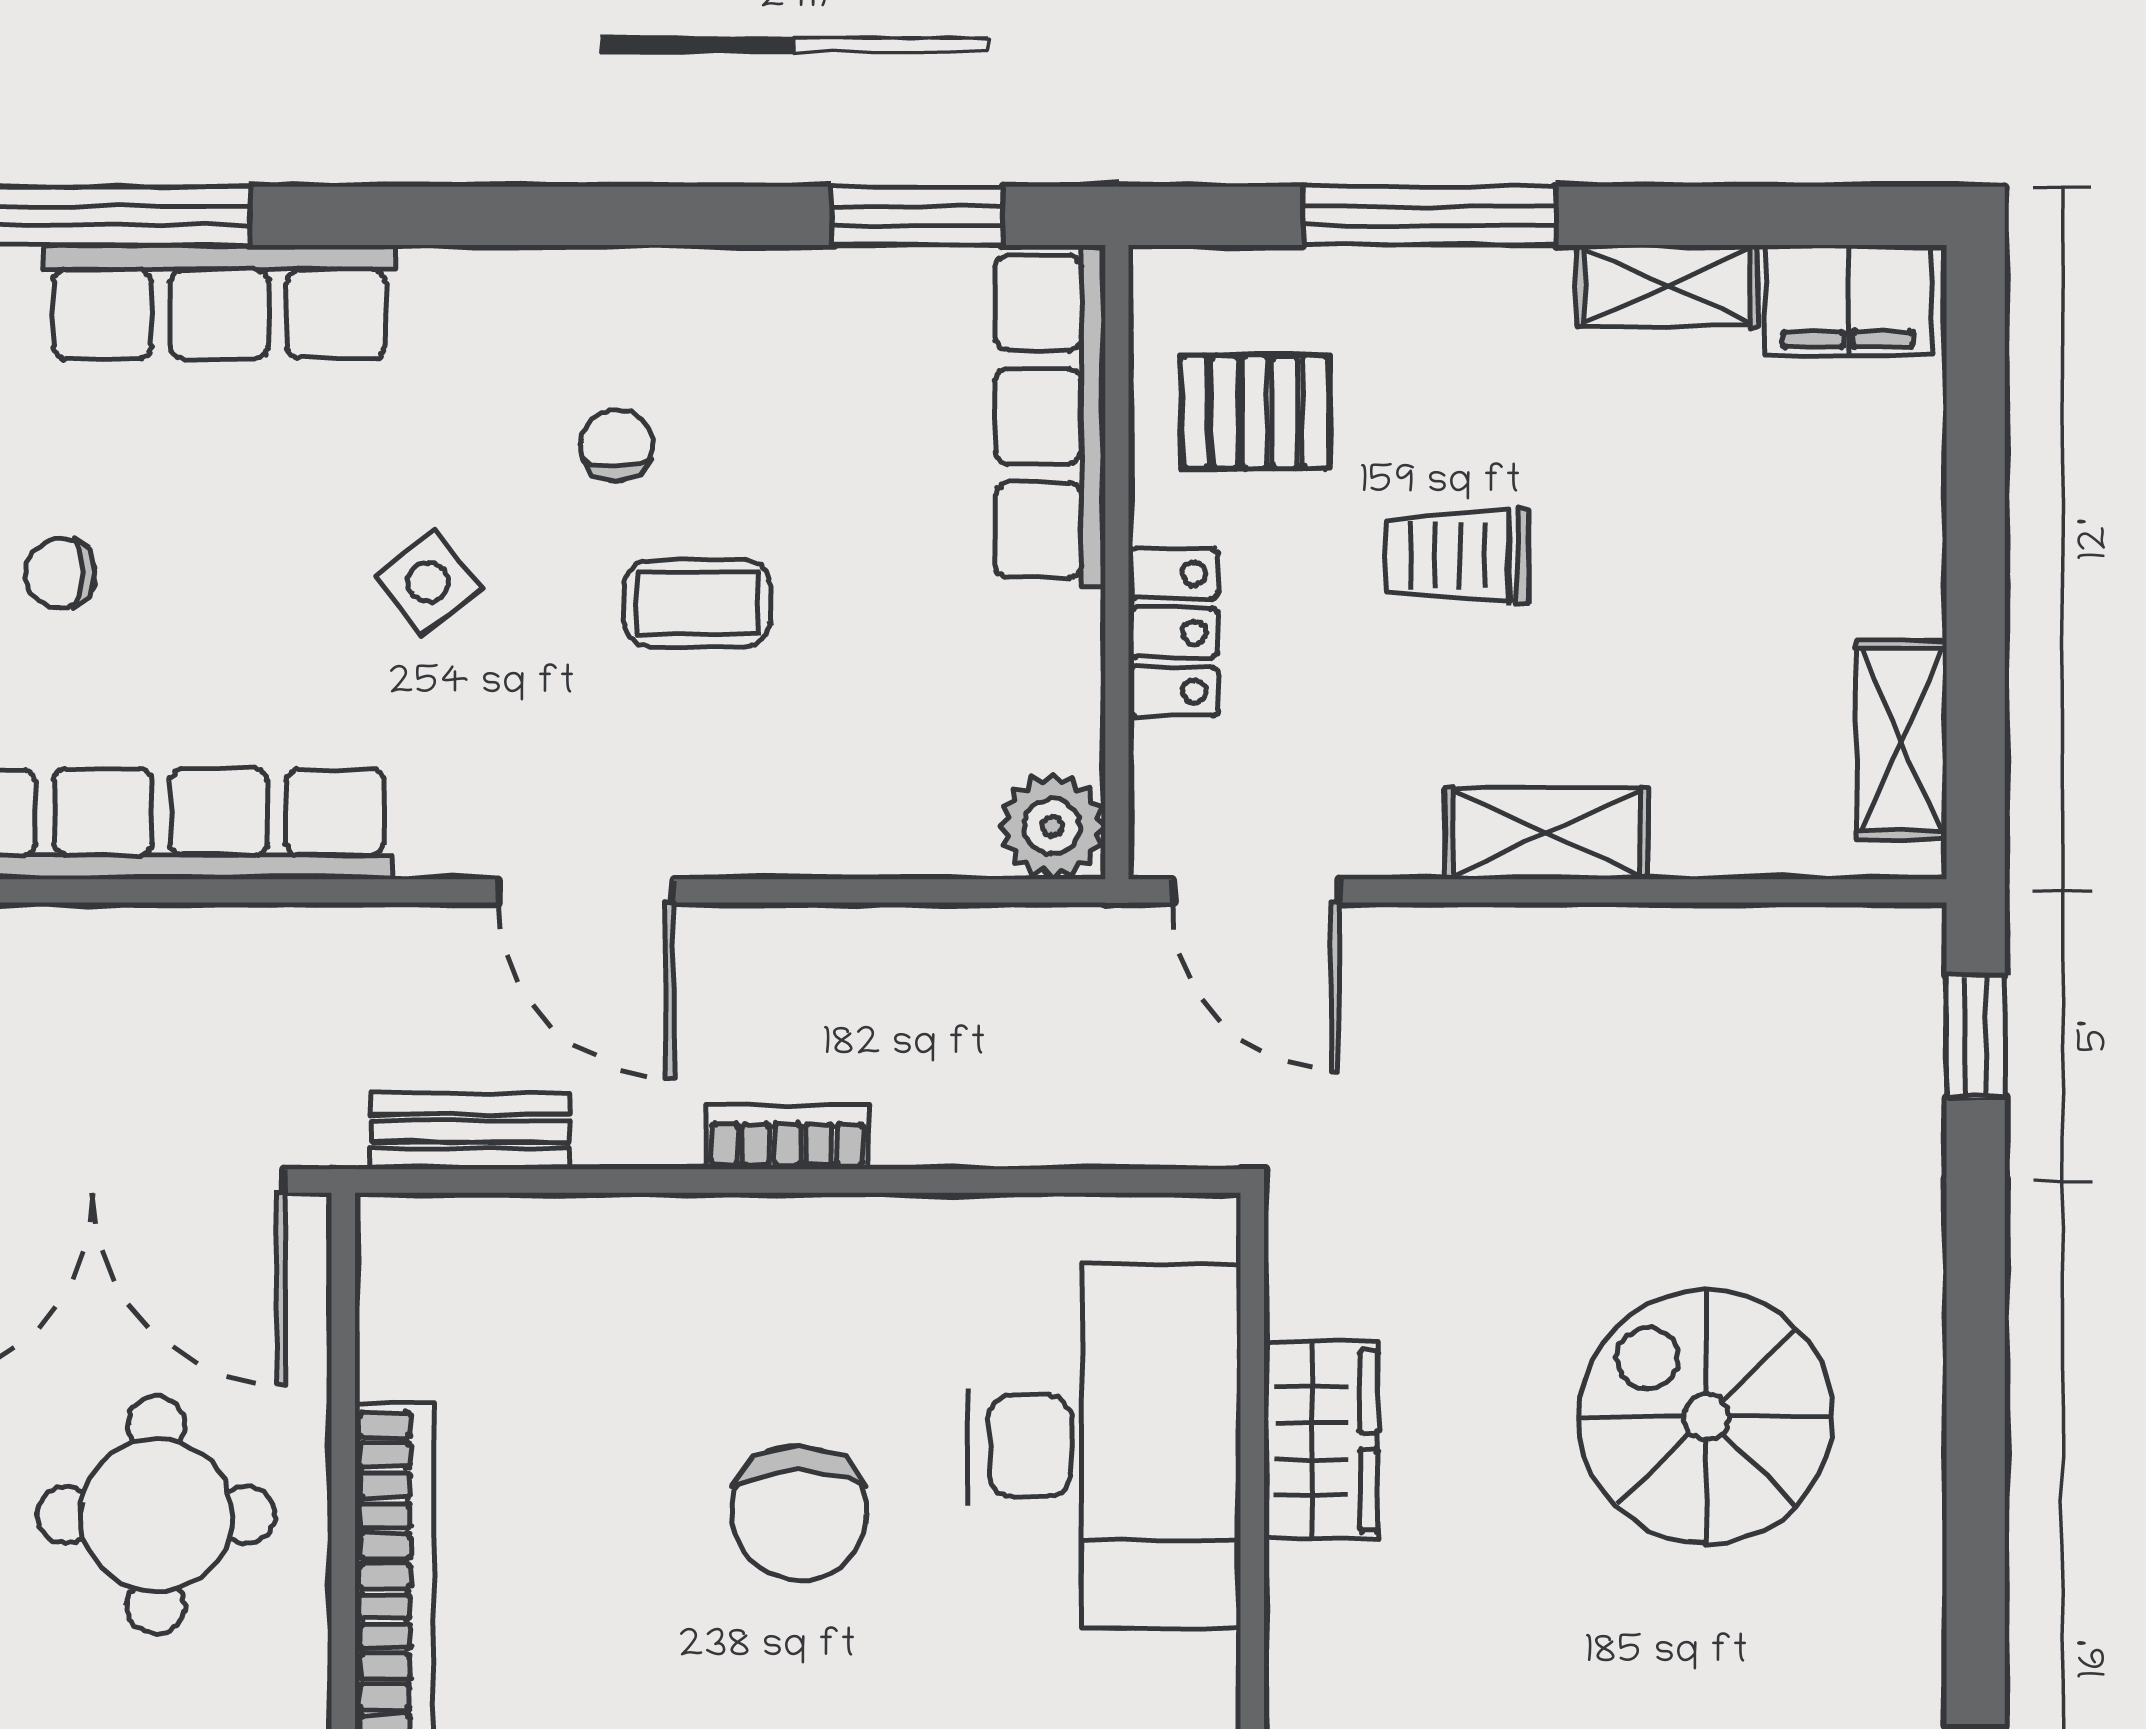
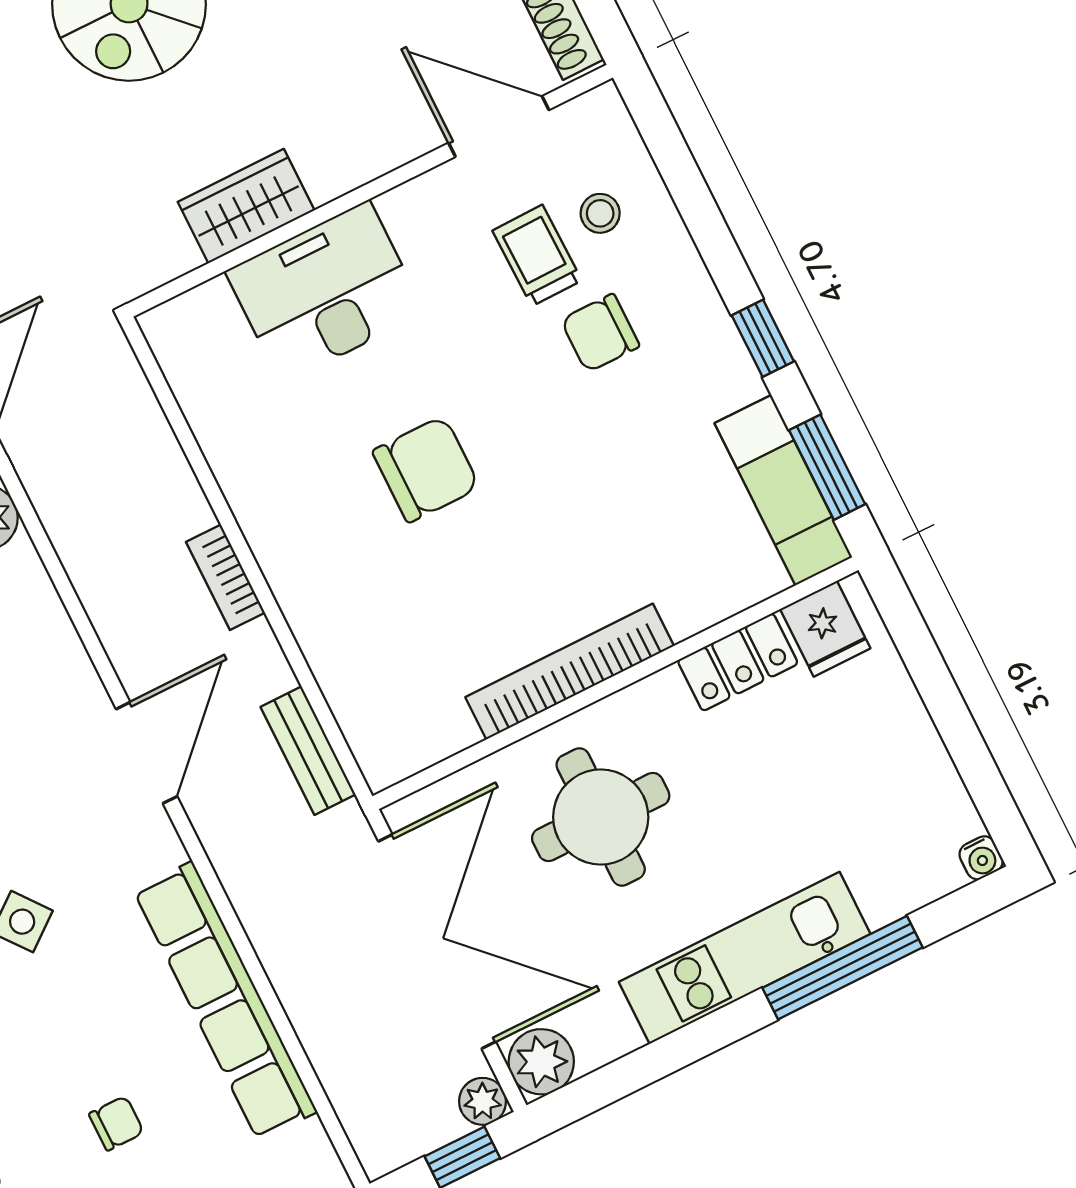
chair: (60, 573) -> (116, 1123), turned -90
desk: (1104, 1446) -> (325, 292), width x0.73, depth x0.77

